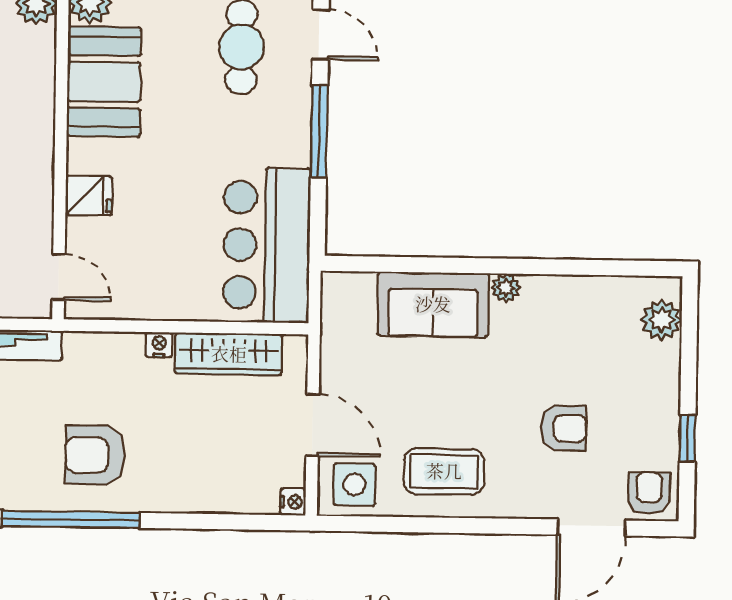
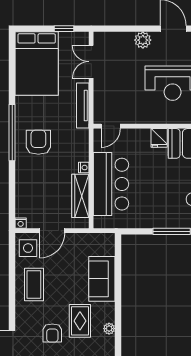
fridge: (89, 195) -> (159, 138), moved
bar counter: (267, 245) -> (111, 184), moved, turned 90
plant: (506, 288) -> (109, 329), moved
rug: (535, 360) -> (80, 321), added

